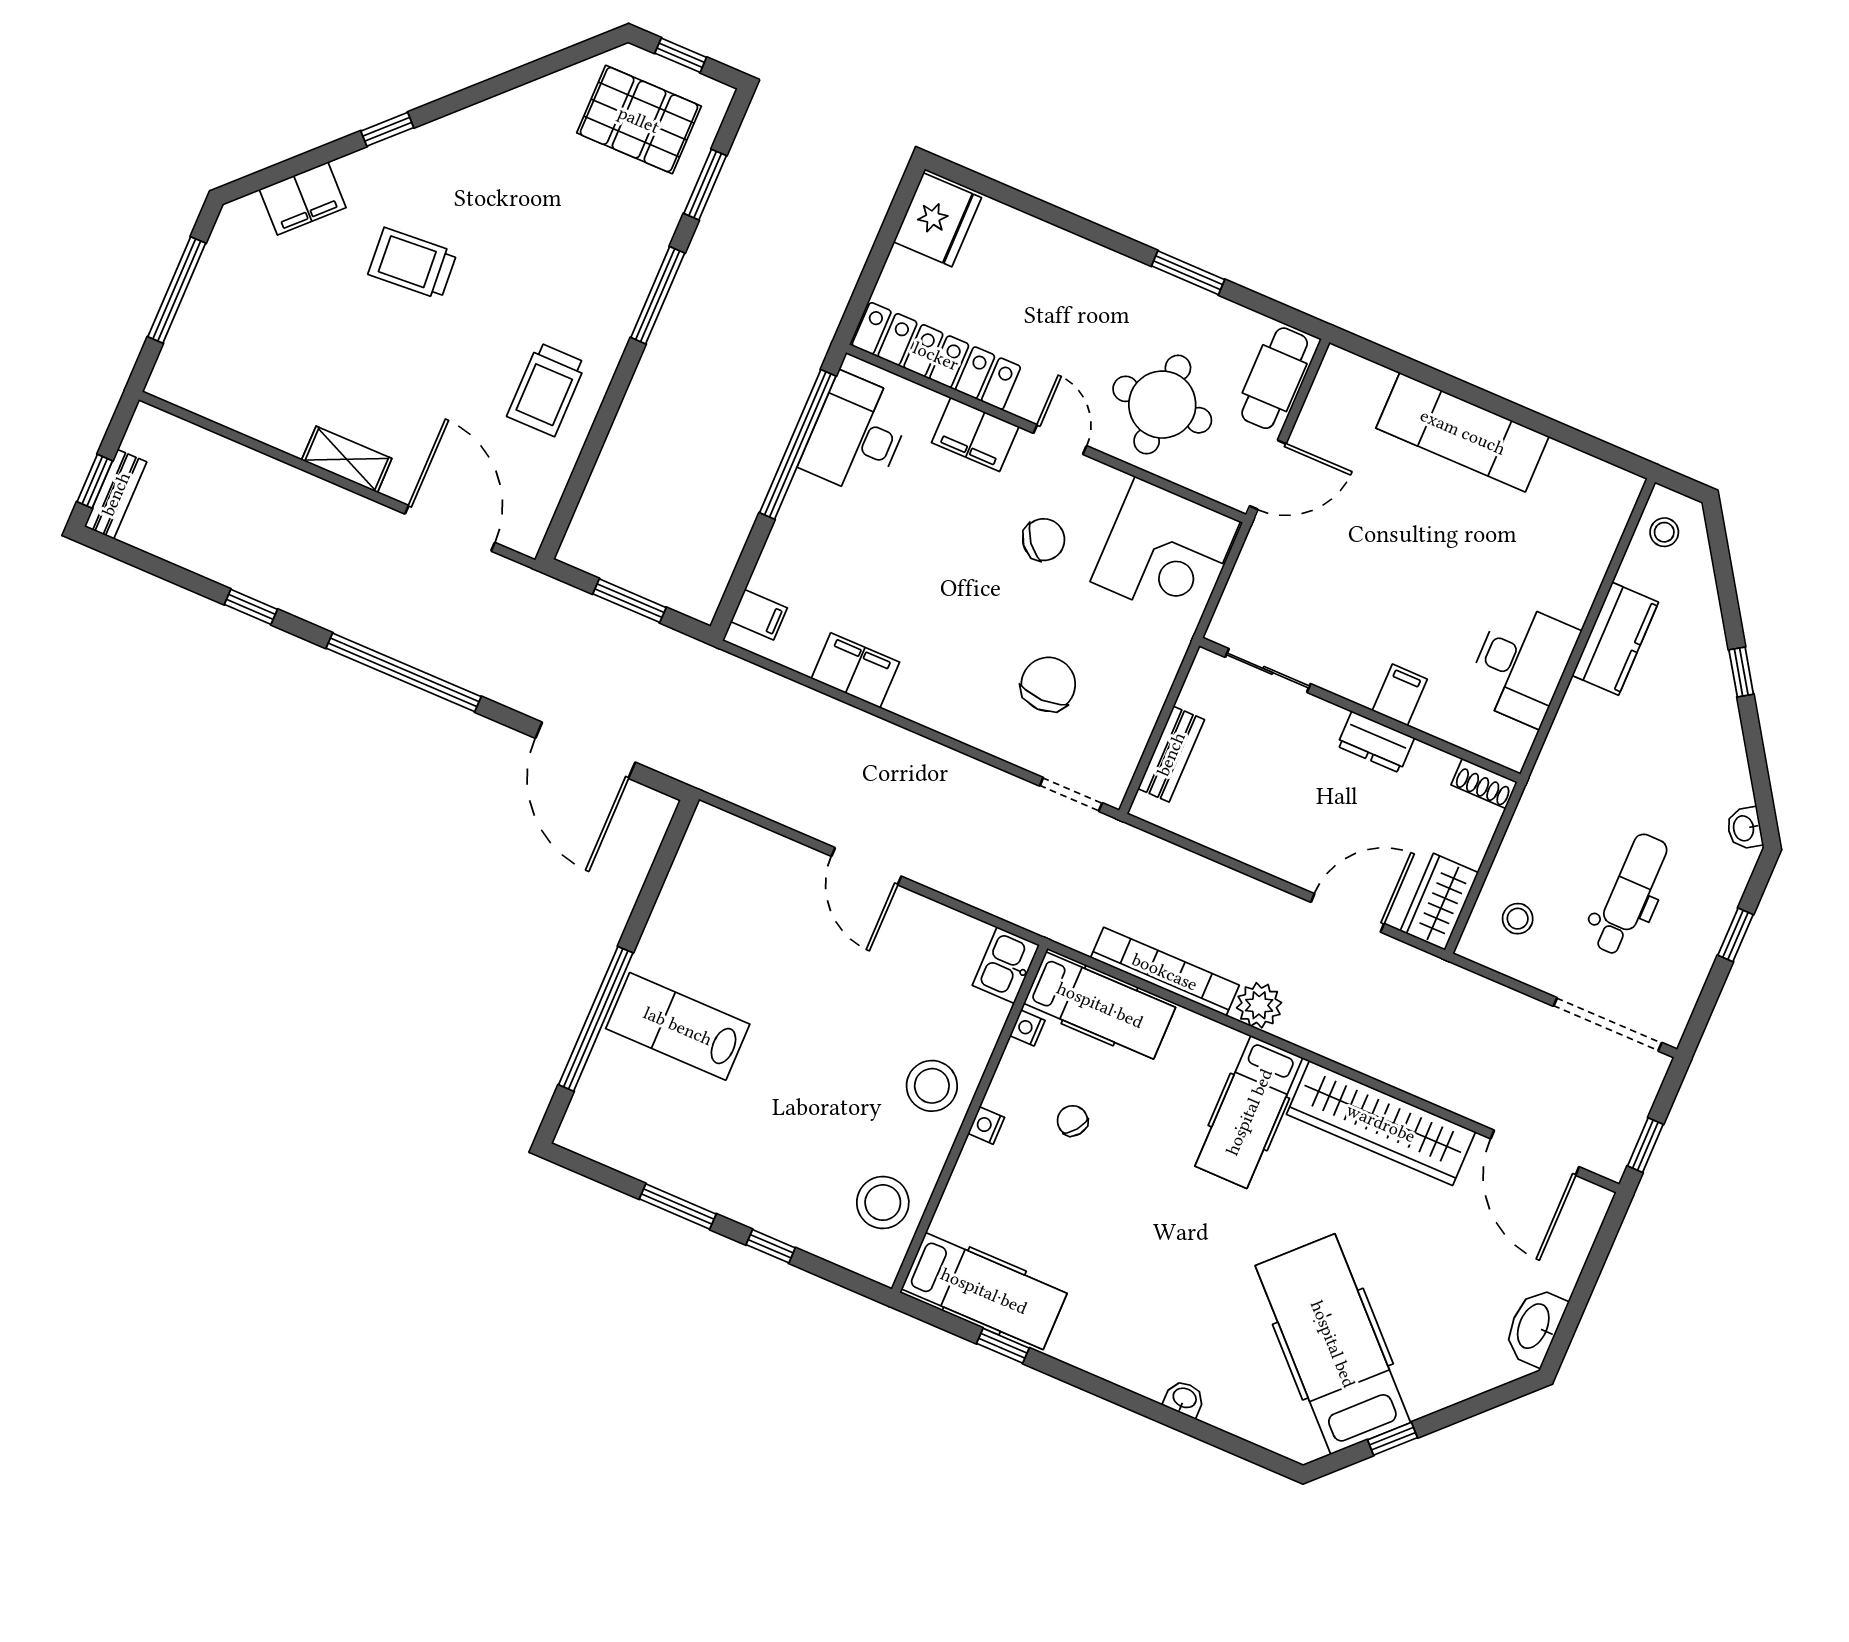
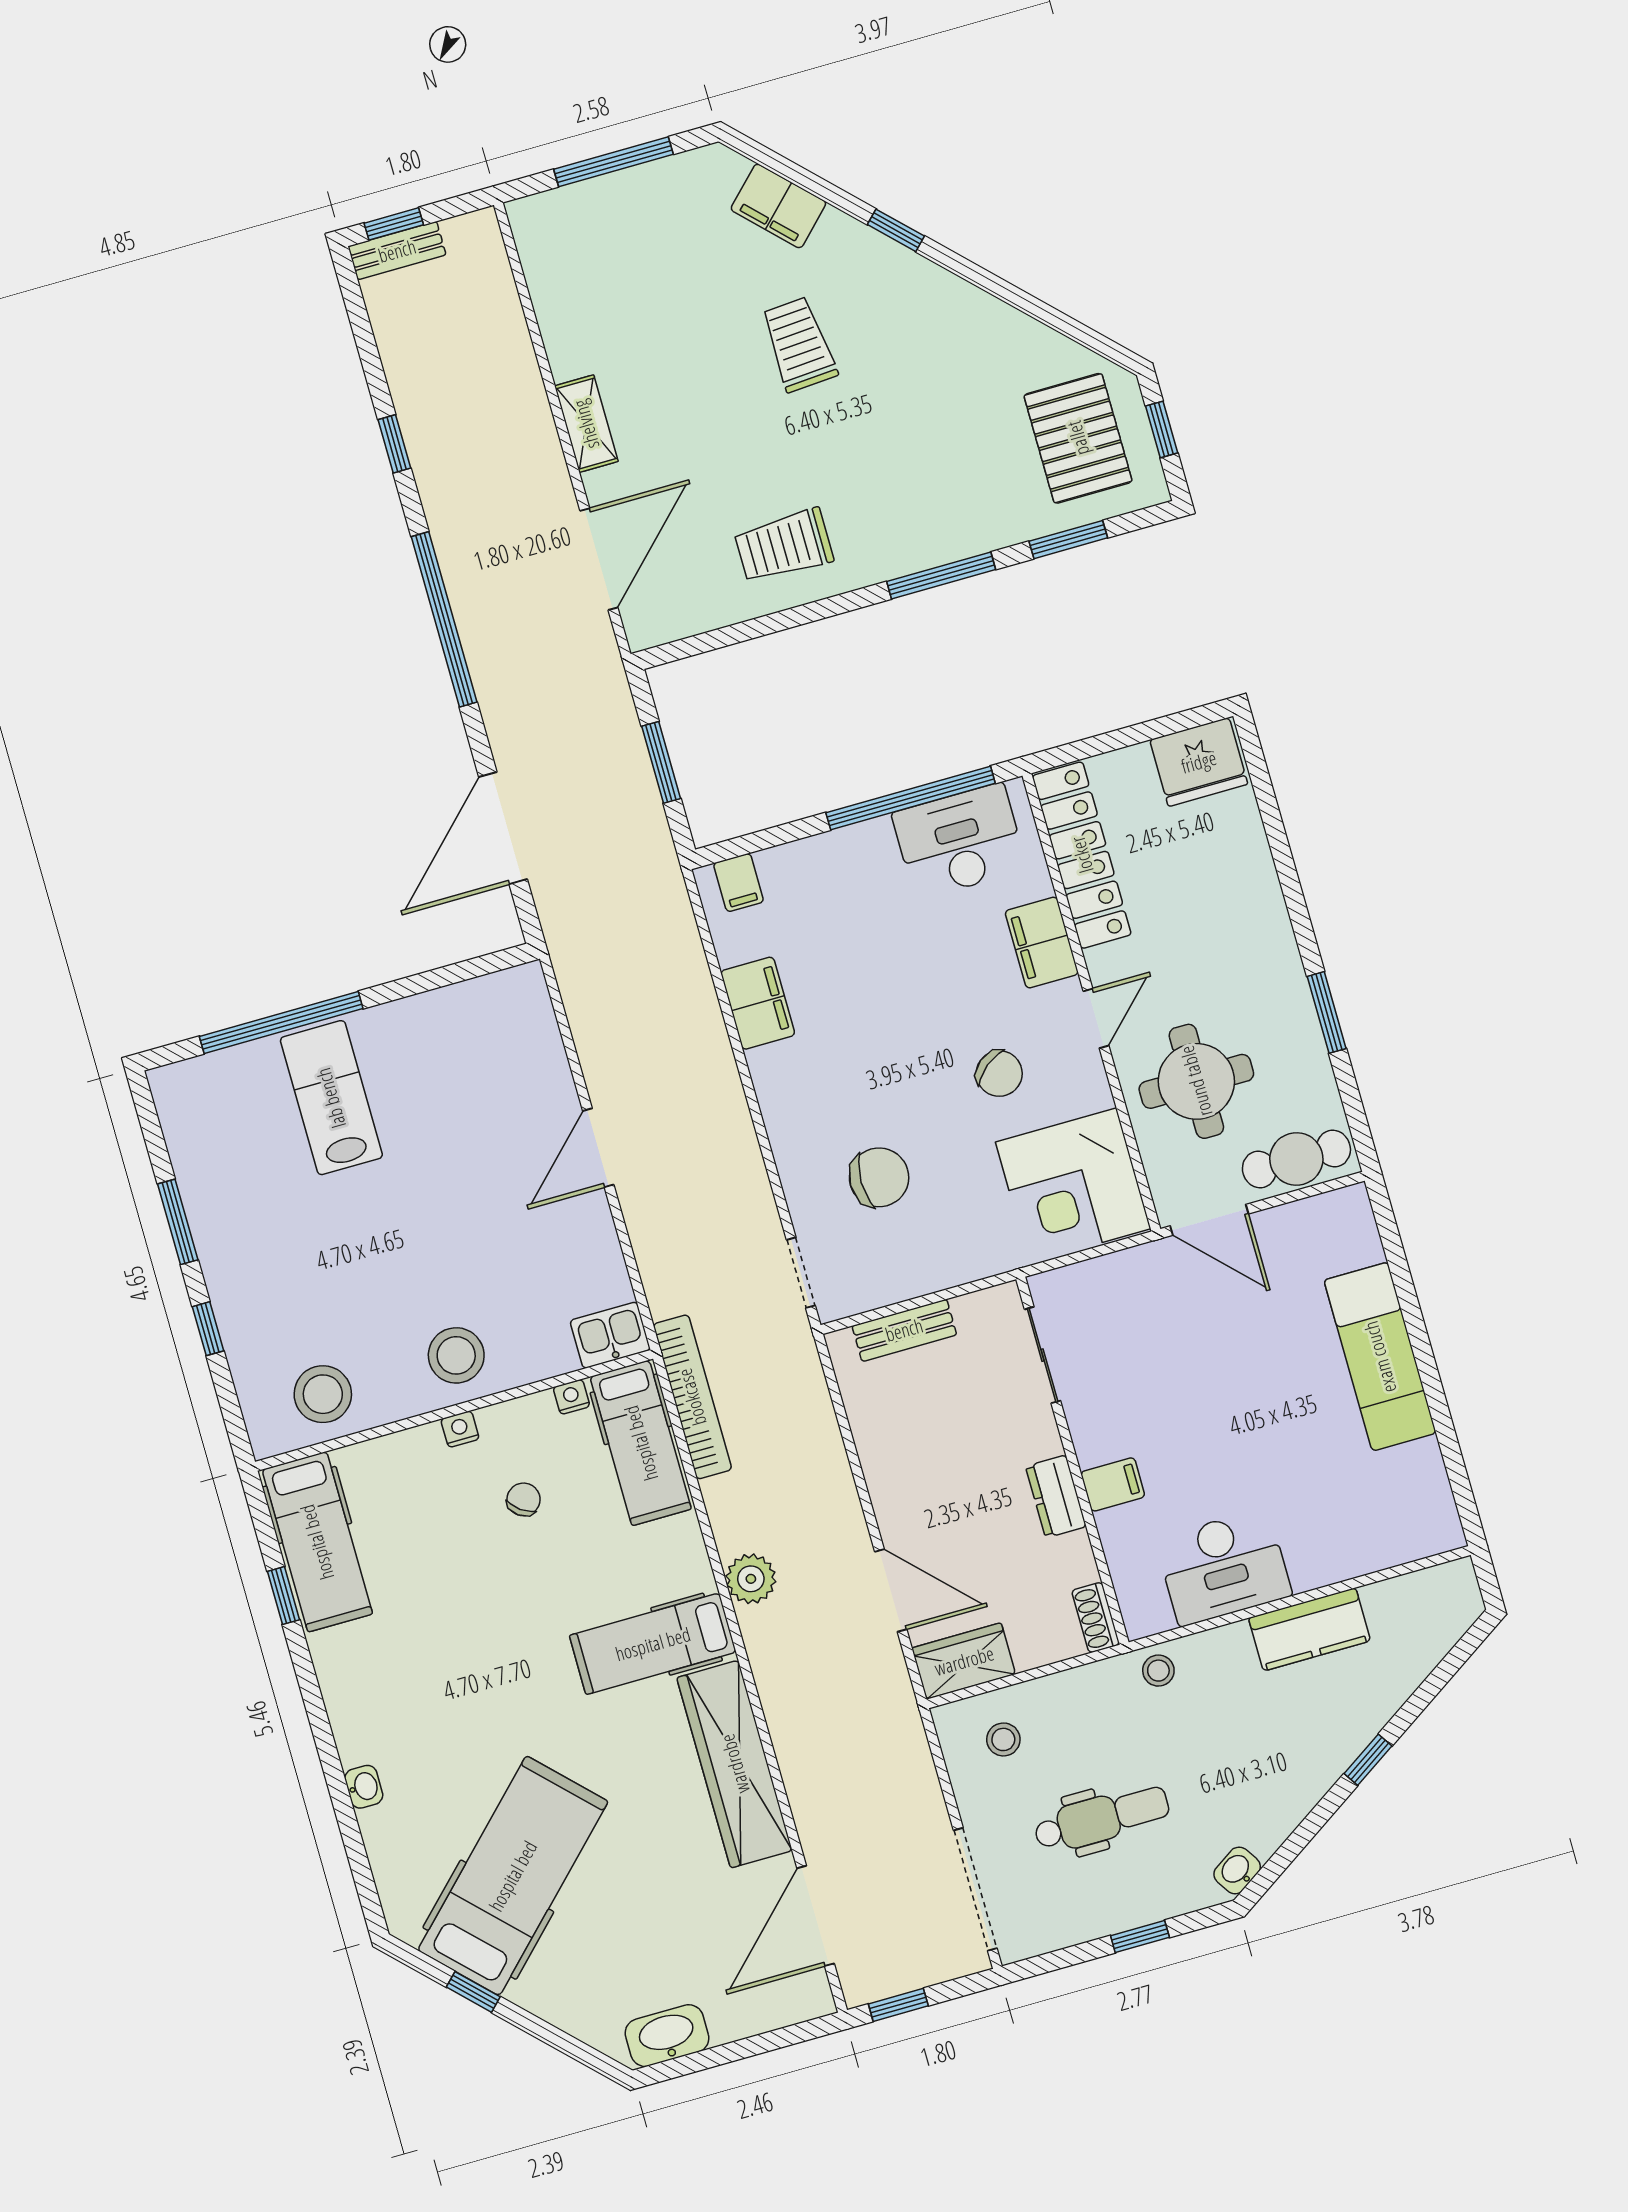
stool: (1664, 532) -> (1158, 1671), moved
bookcase: (1165, 972) -> (692, 1397), moved

